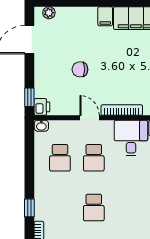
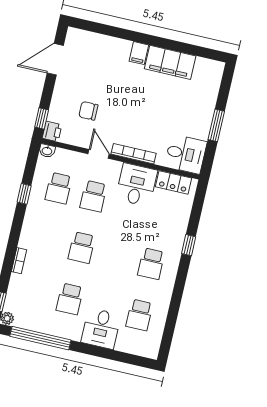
plant: (49, 13) -> (82, 36), removed
chair: (80, 69) -> (88, 111), moved
window: (29, 208) -> (24, 194), moved

